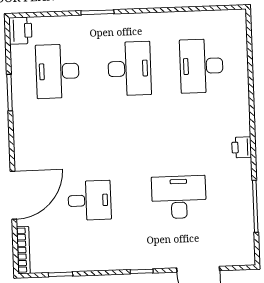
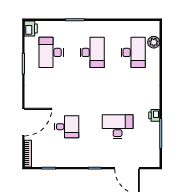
plant: (237, 47) -> (154, 42), added
desk: (201, 66) -> (133, 52), turned 180
printer: (242, 147) -> (154, 115), moved

